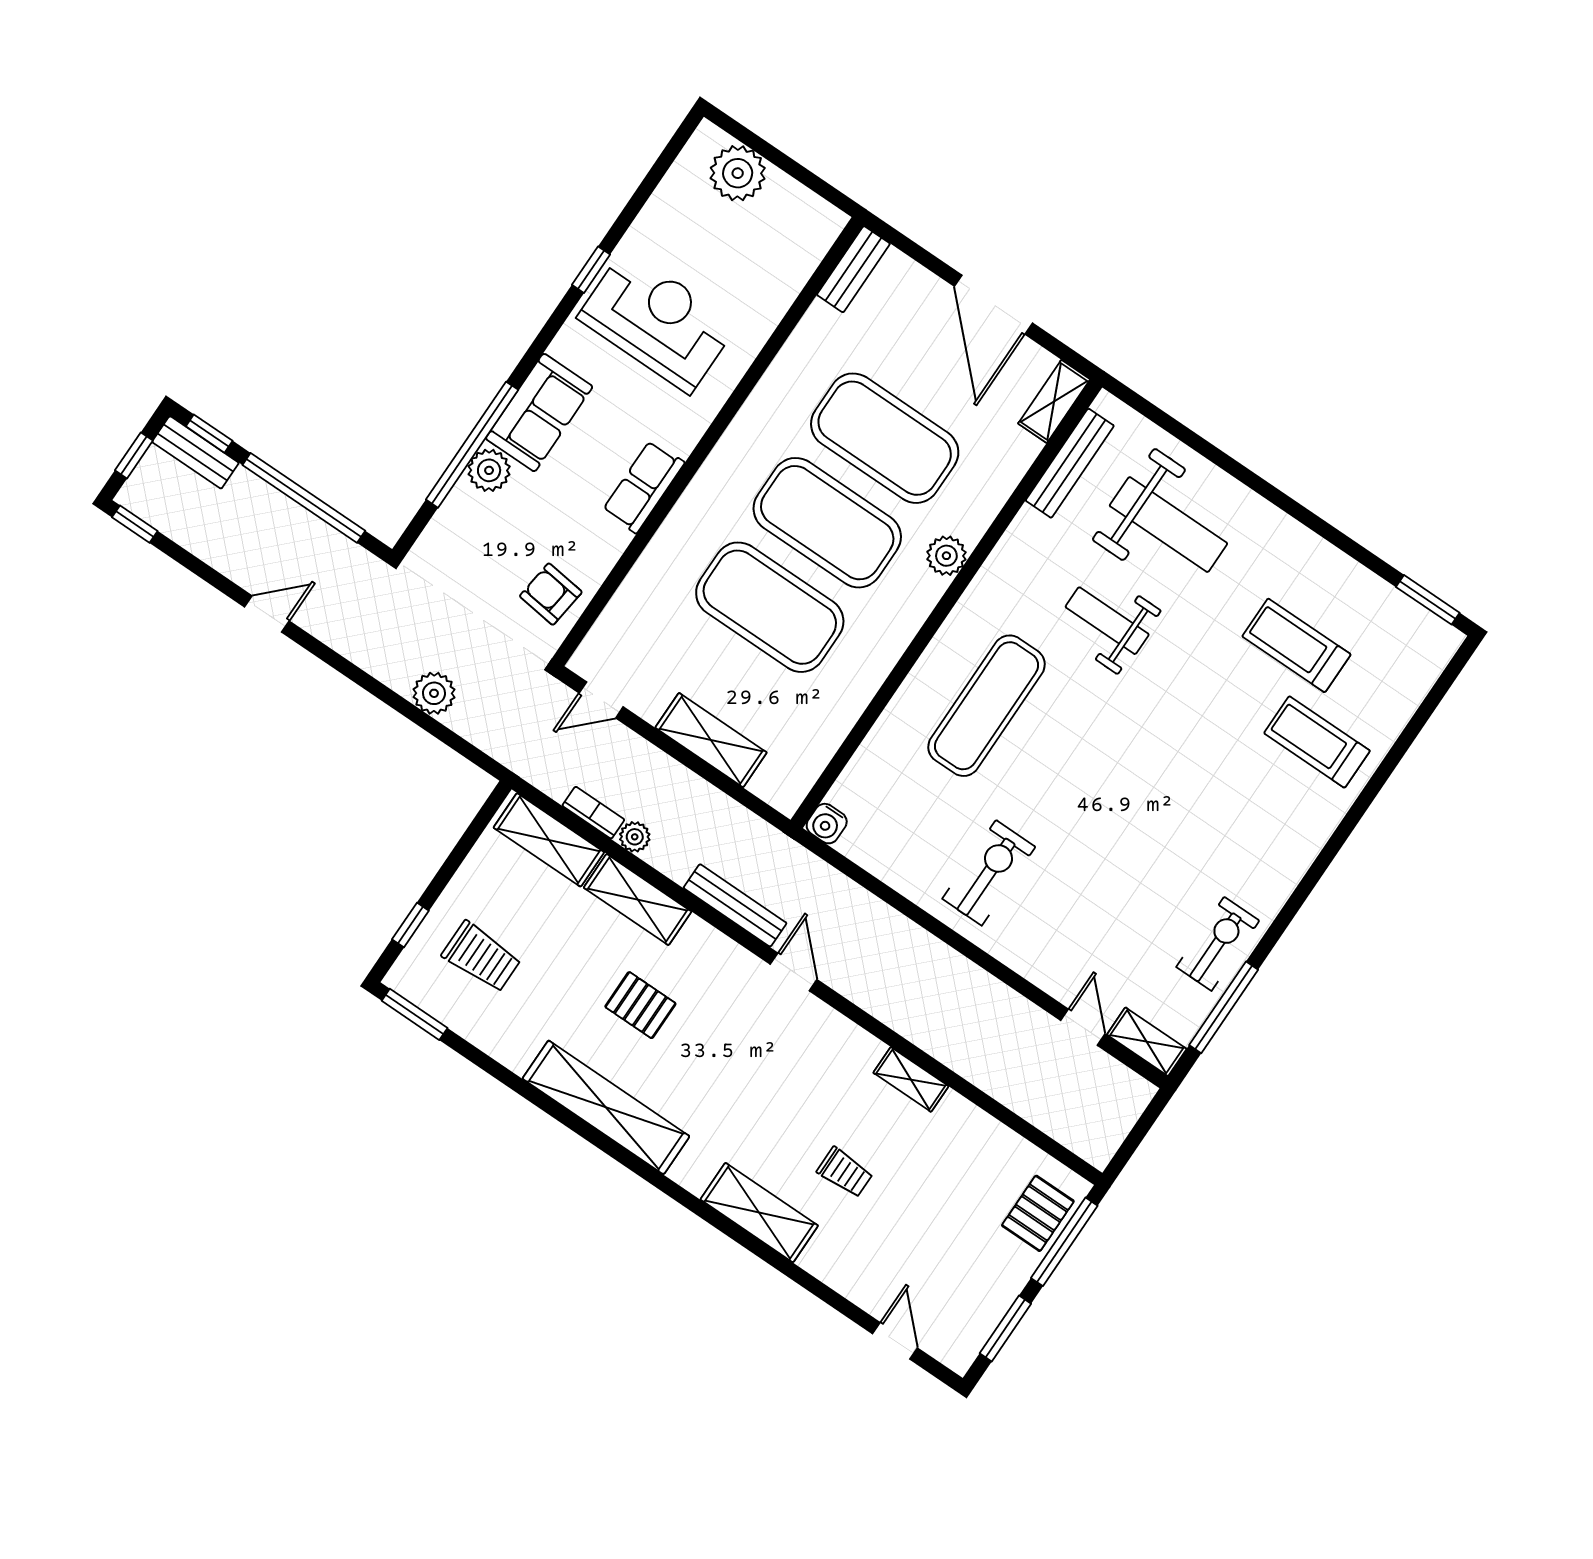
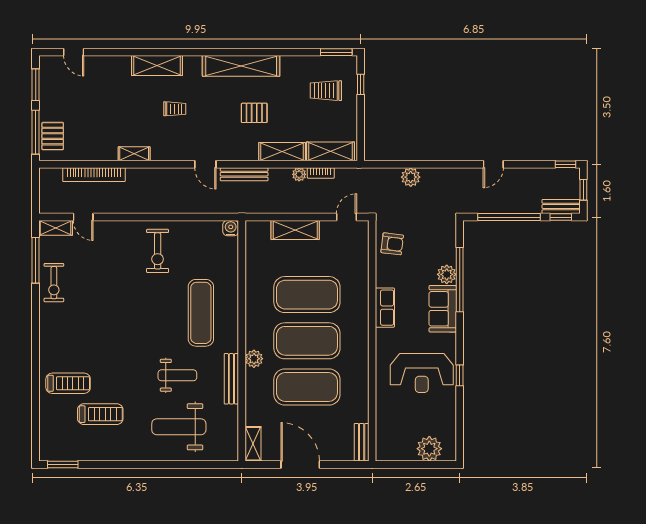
bench: (1070, 463) -> (231, 379), moved
bookcase: (1010, 1091) -> (94, 175), added
trolley: (845, 1172) -> (175, 109), moved, turned 180

